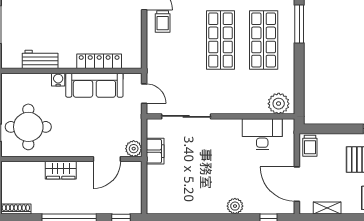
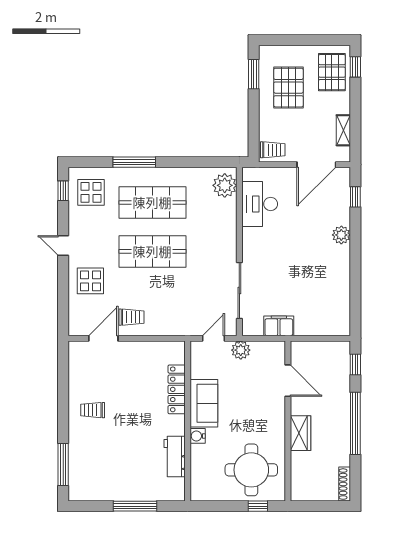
sofa: (94, 85) -> (204, 403), width x0.73
plant: (134, 149) -> (241, 350), moved

